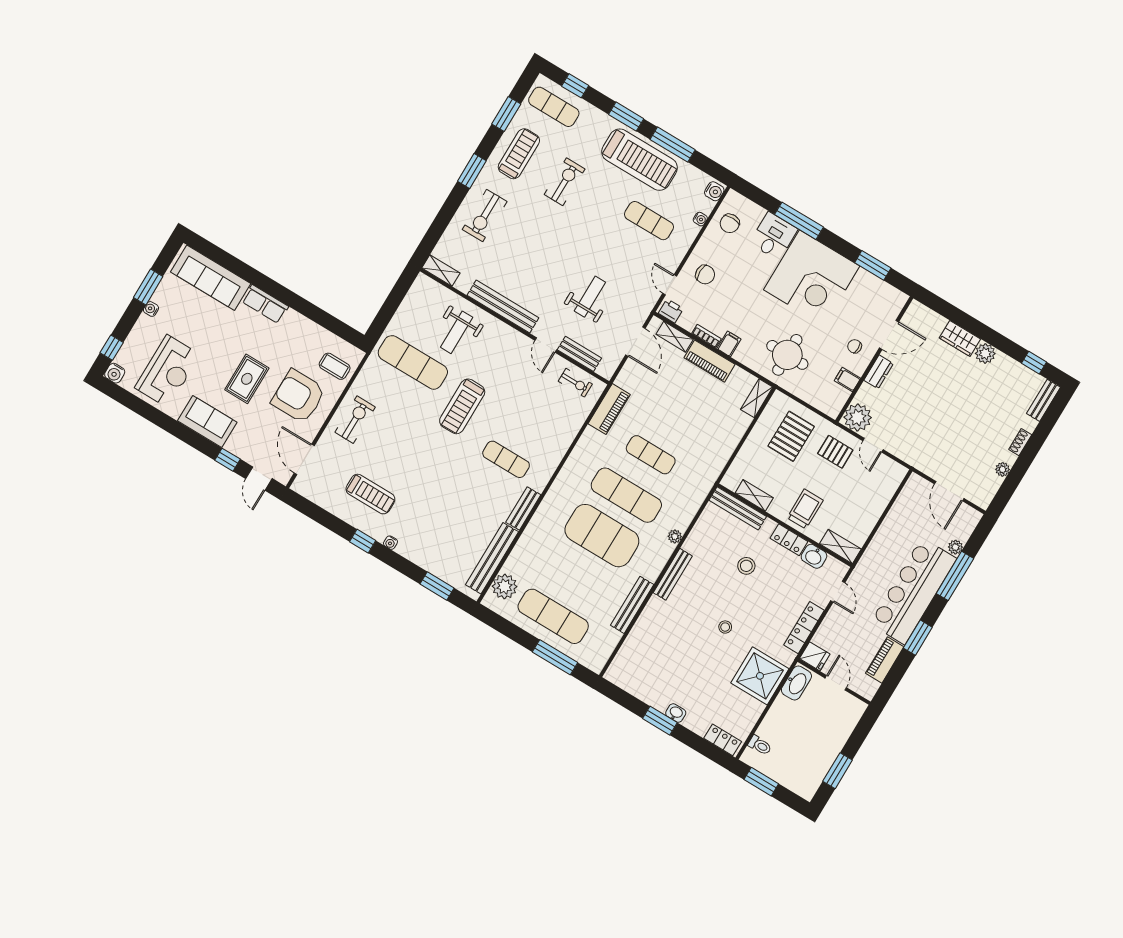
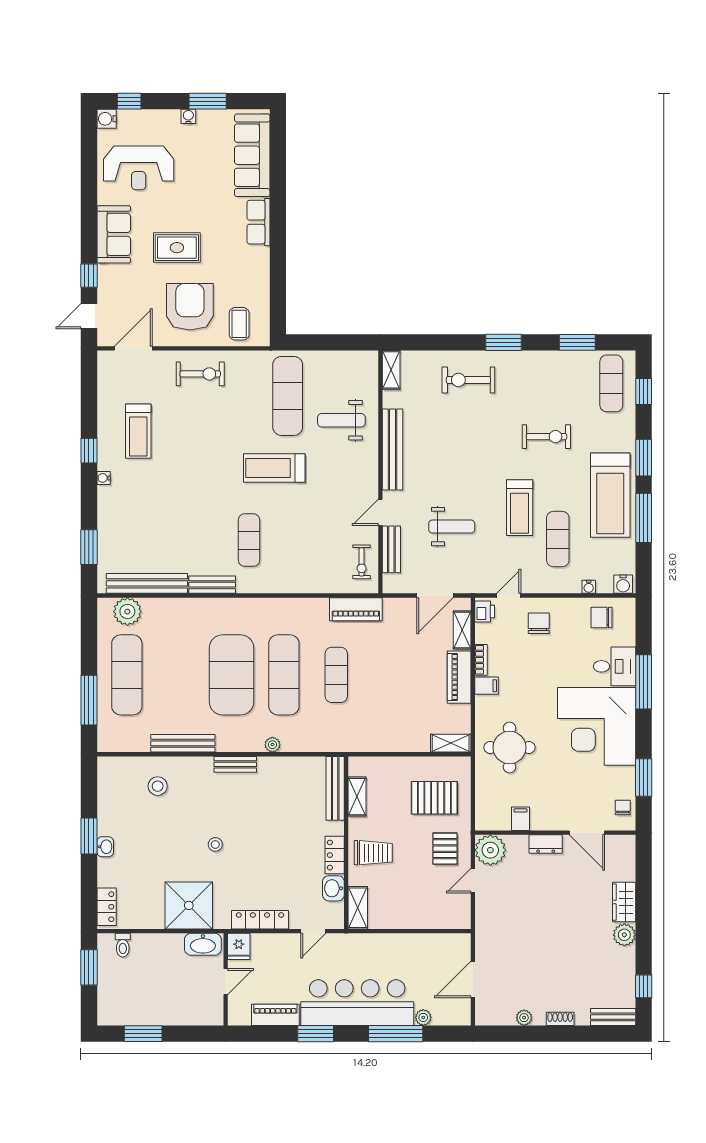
treadmill: (519, 154) -> (520, 508), moved, turned 90
chair: (705, 275) -> (539, 623), turned 180
chair: (855, 346) -> (623, 808), moved
stool: (746, 566) -> (158, 786), moved
bench: (673, 574) -> (235, 764), width x0.73

